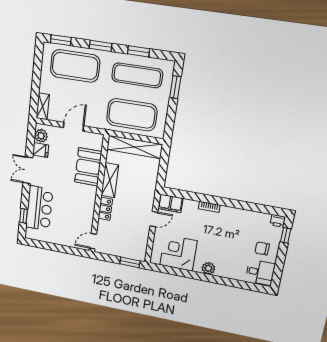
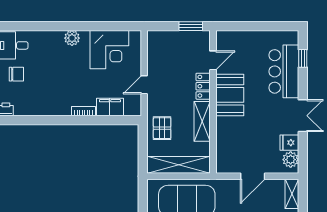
booth: (88, 167) -> (230, 95), moved
pallet: (144, 181) -> (162, 128), added
filing cabinet: (170, 203) -> (110, 107), moved
door: (93, 241) -> (213, 60), moved
window: (130, 262) -> (191, 26), moved

